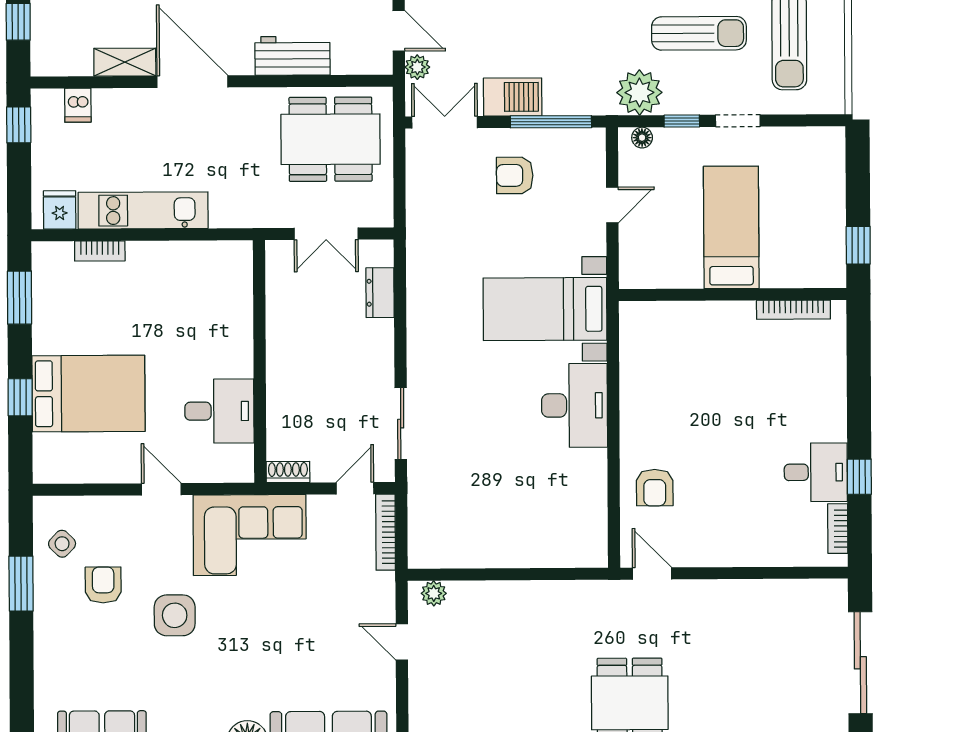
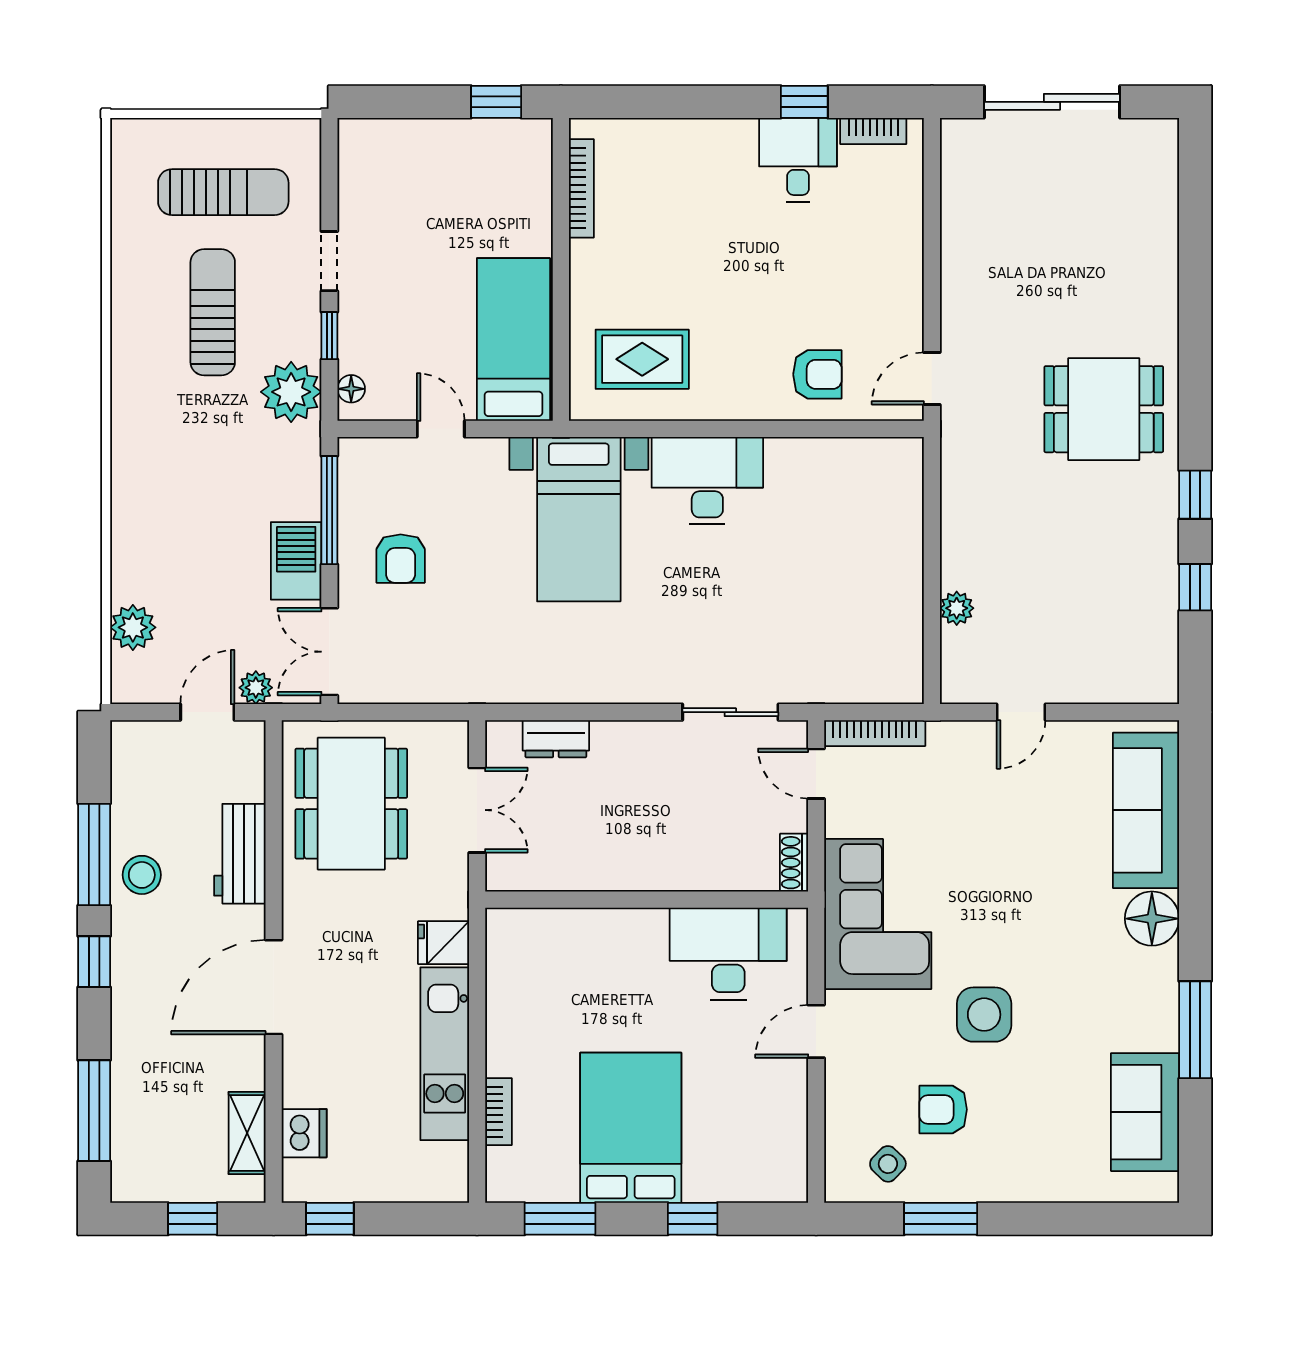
shelving: (125, 62) -> (247, 1133), moved
dishwasher: (78, 105) -> (304, 1133), width x1.38
fridge: (60, 210) -> (443, 943), moved
bed: (731, 227) -> (513, 340), moved, turned 90
rug: (665, 356) -> (642, 359), added
bed: (88, 394) -> (631, 1128), moved
desk: (219, 411) -> (728, 954), width x1.37
plant: (434, 593) -> (957, 608), moved

